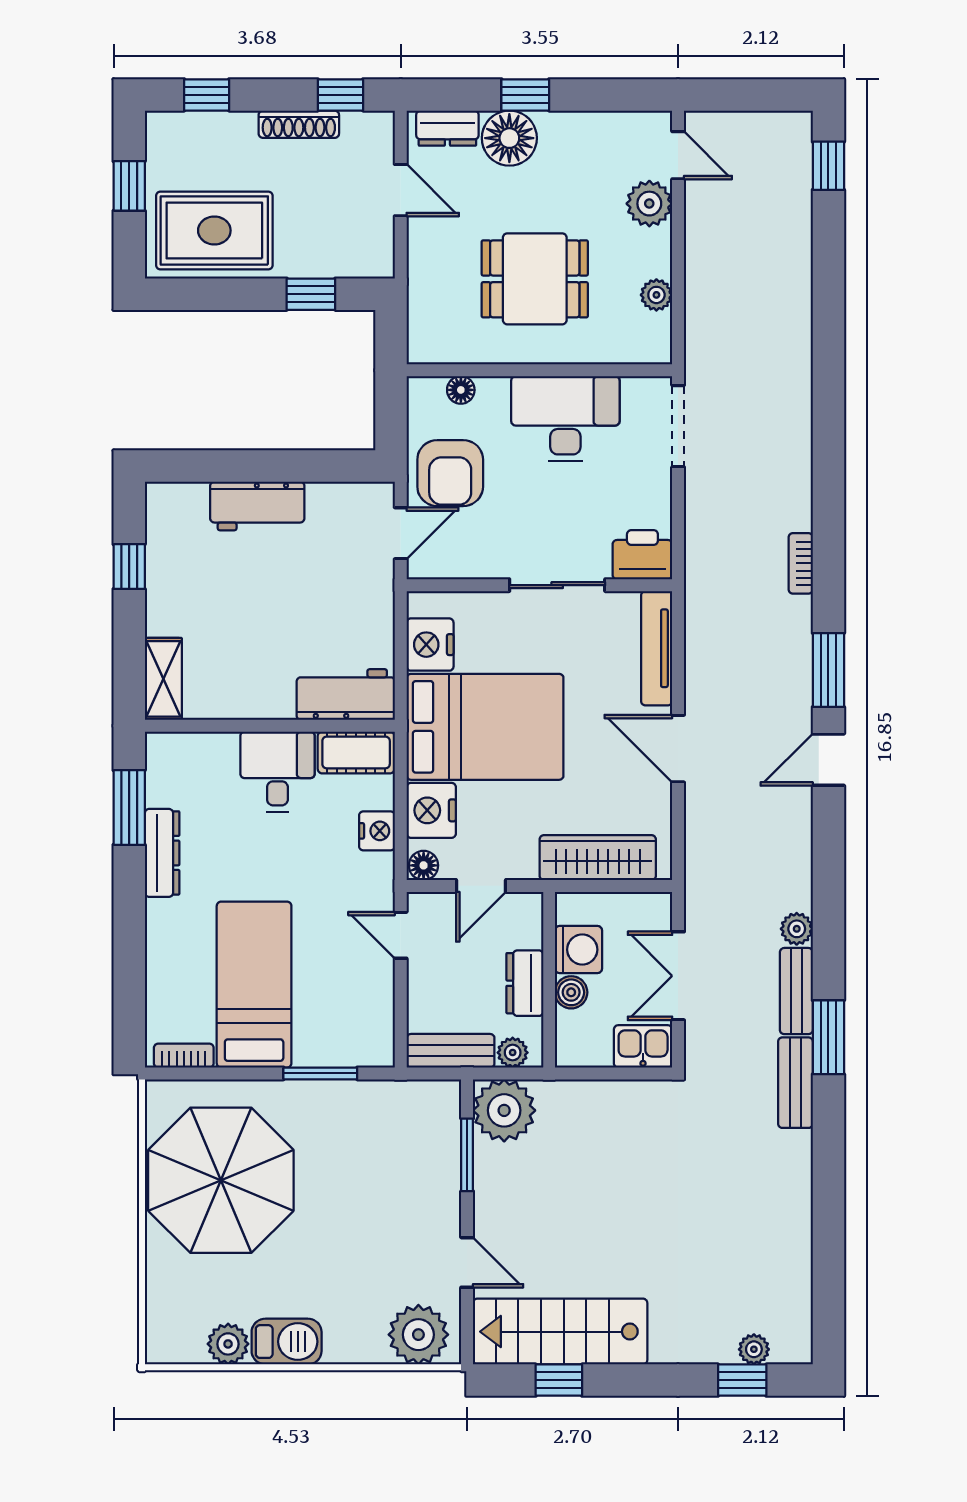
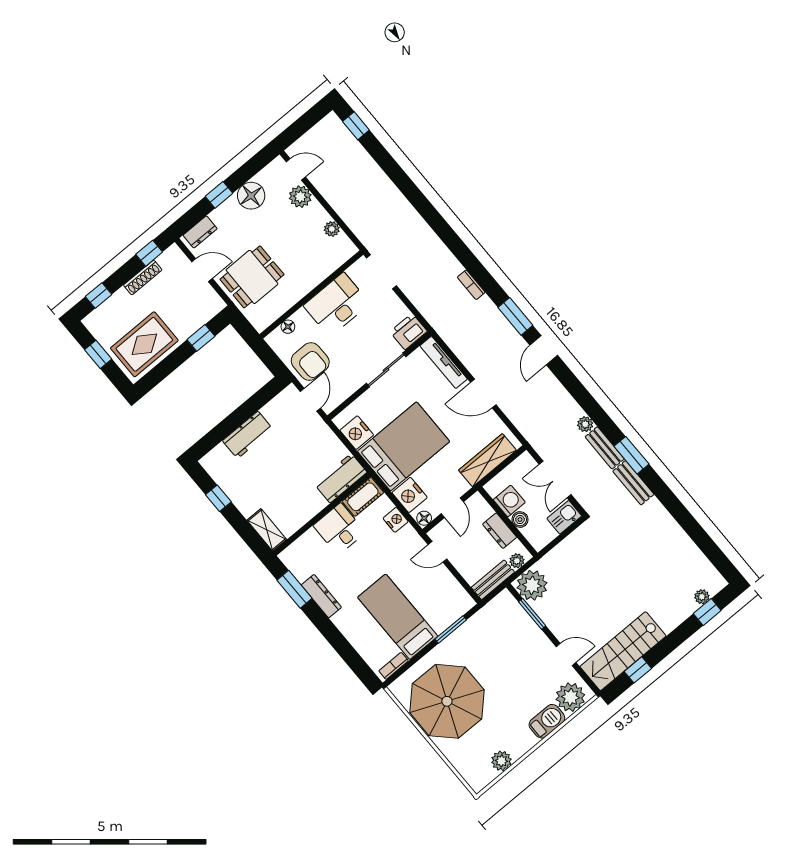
floor lamp: (509, 138) -> (251, 196), moved
dining table: (535, 279) -> (252, 277), moved
barbecue: (287, 1342) -> (547, 721), moved

